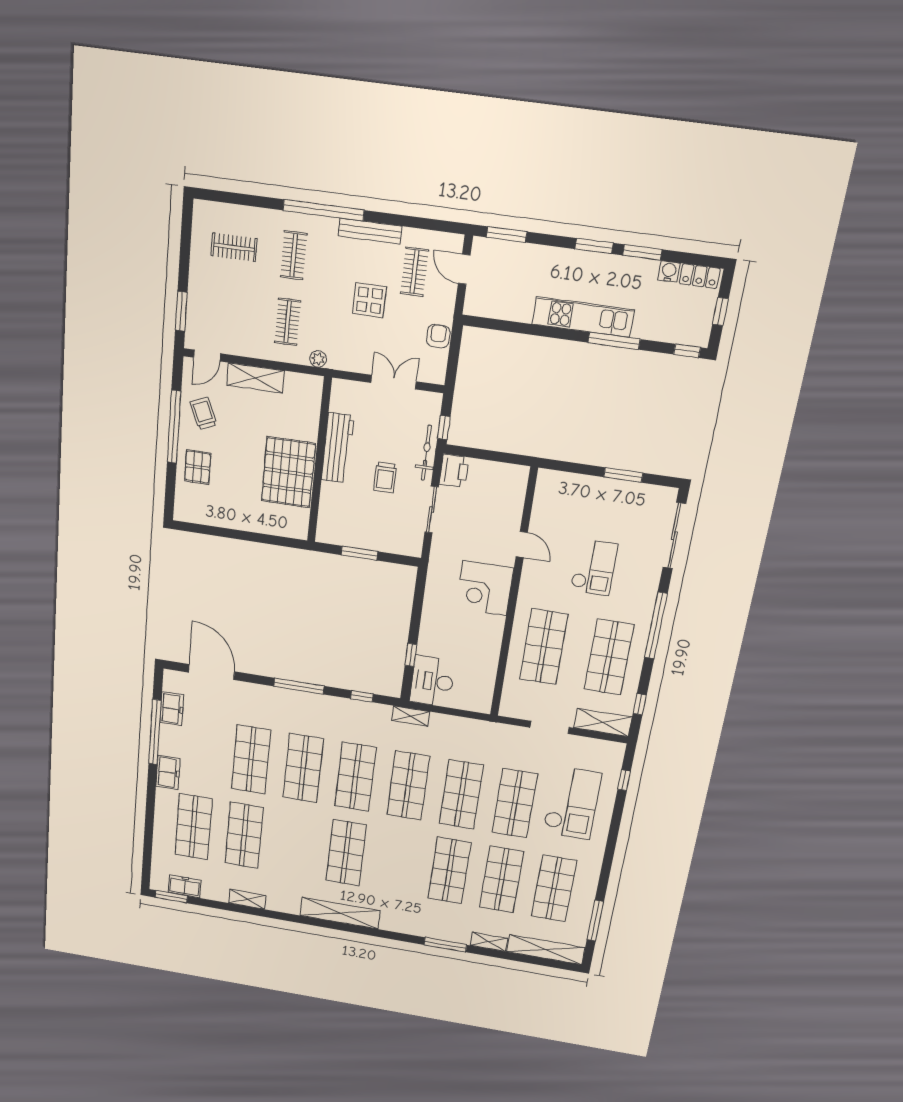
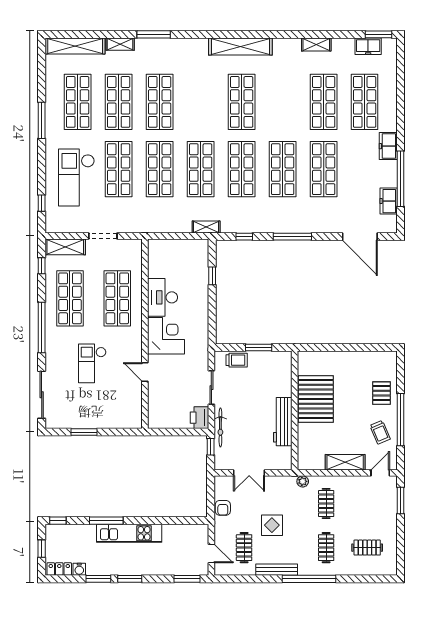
trolley: (385, 477) -> (237, 360), moved, turned 90
desk: (432, 681) -> (163, 297), moved, turned 180
window: (595, 921) -> (42, 120), moved

